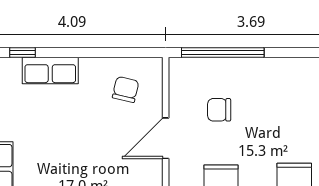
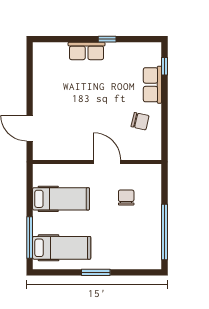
window: (223, 53) -> (164, 232), moved
chair: (126, 89) -> (140, 121), moved

